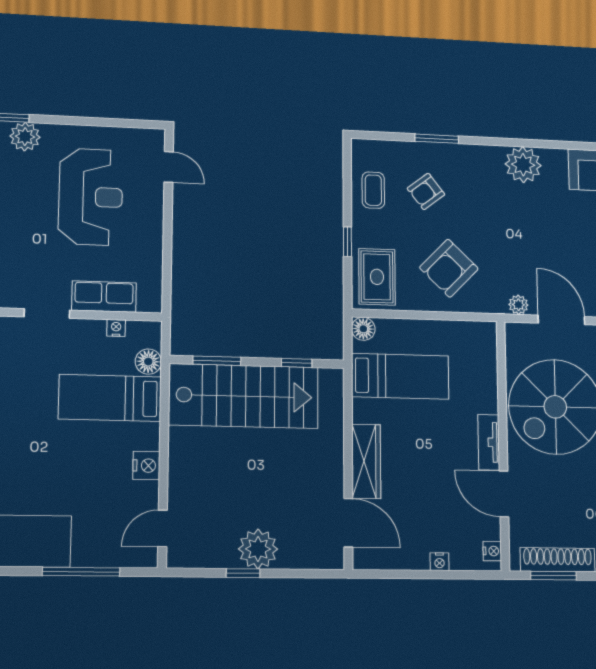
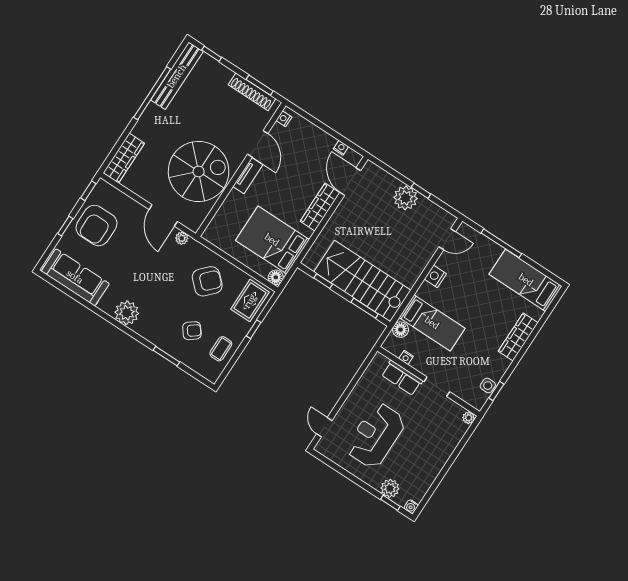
bed: (400, 376) -> (272, 240), width x1.50
nightstand: (439, 562) -> (341, 148), moved

